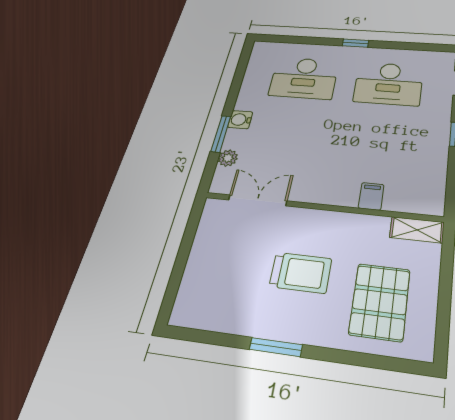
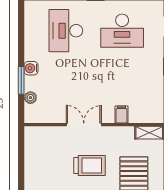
desk: (304, 78) -> (66, 31), turned 90
double door: (258, 200) -> (84, 125), moved

